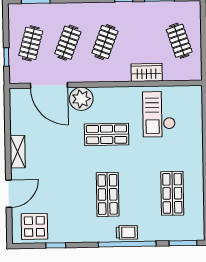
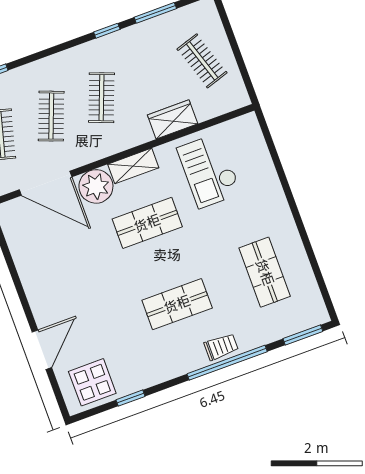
shelving: (18, 152) -> (133, 166), moved, turned 90
shop shelf: (108, 194) -> (177, 304), turned 90

